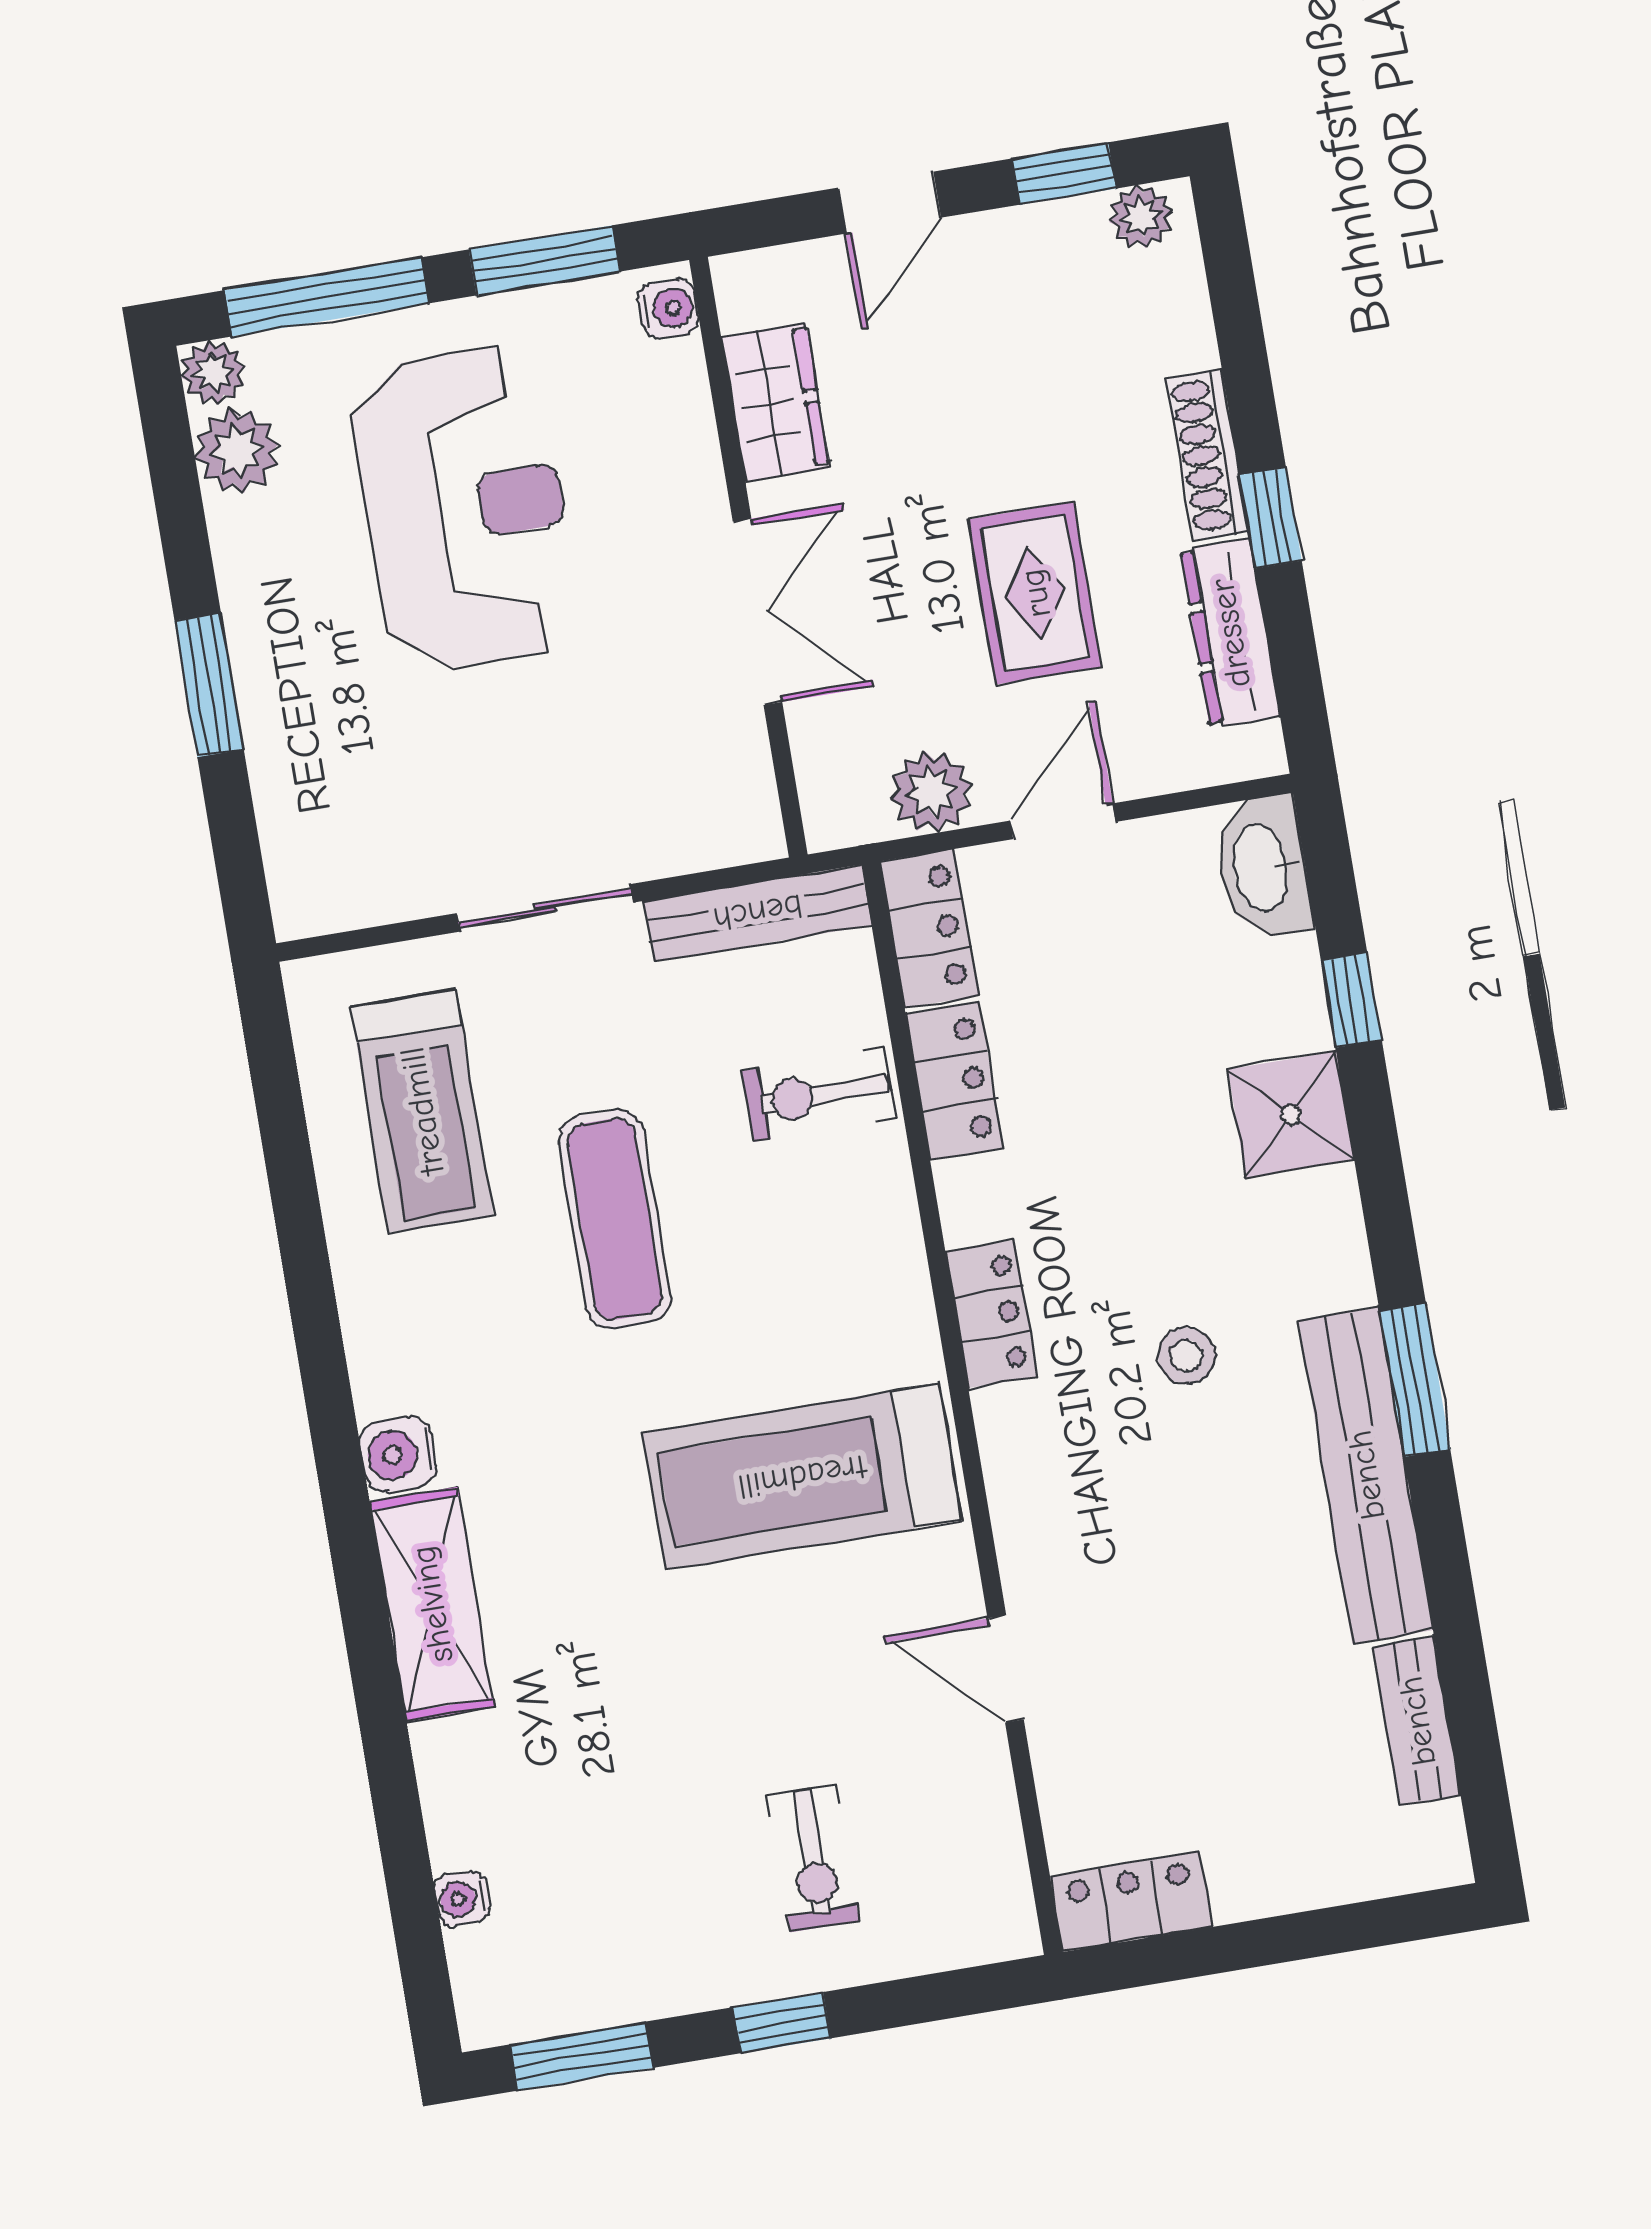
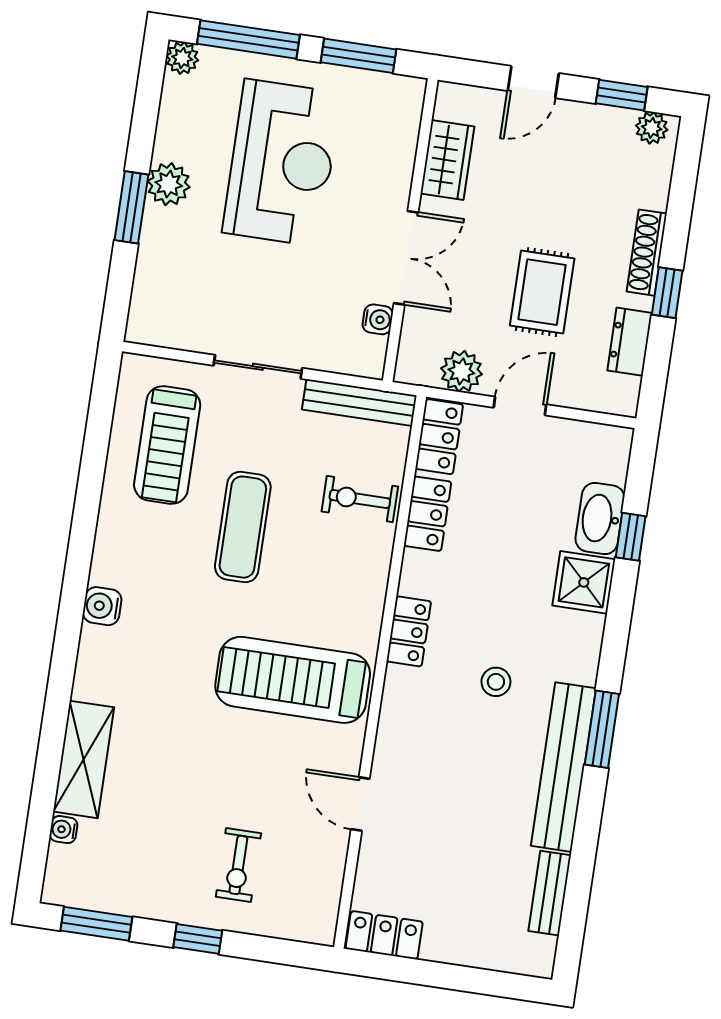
water cooler: (669, 309) -> (378, 319), moved
plant: (237, 451) -> (169, 184), moved
dresser: (1230, 633) -> (630, 342), width x0.70
washbasin: (1263, 867) -> (600, 518), moved
shelving: (432, 1604) -> (84, 759), moved

